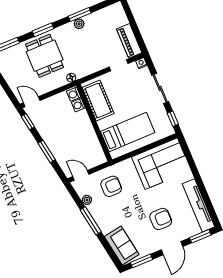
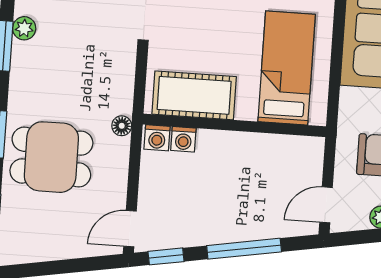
plant: (79, 24) -> (24, 28), moved
window: (47, 151) -> (244, 249), width x1.44

